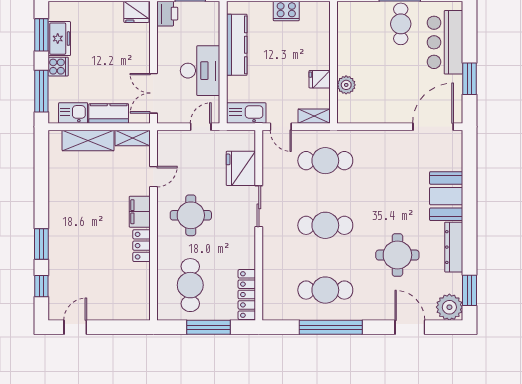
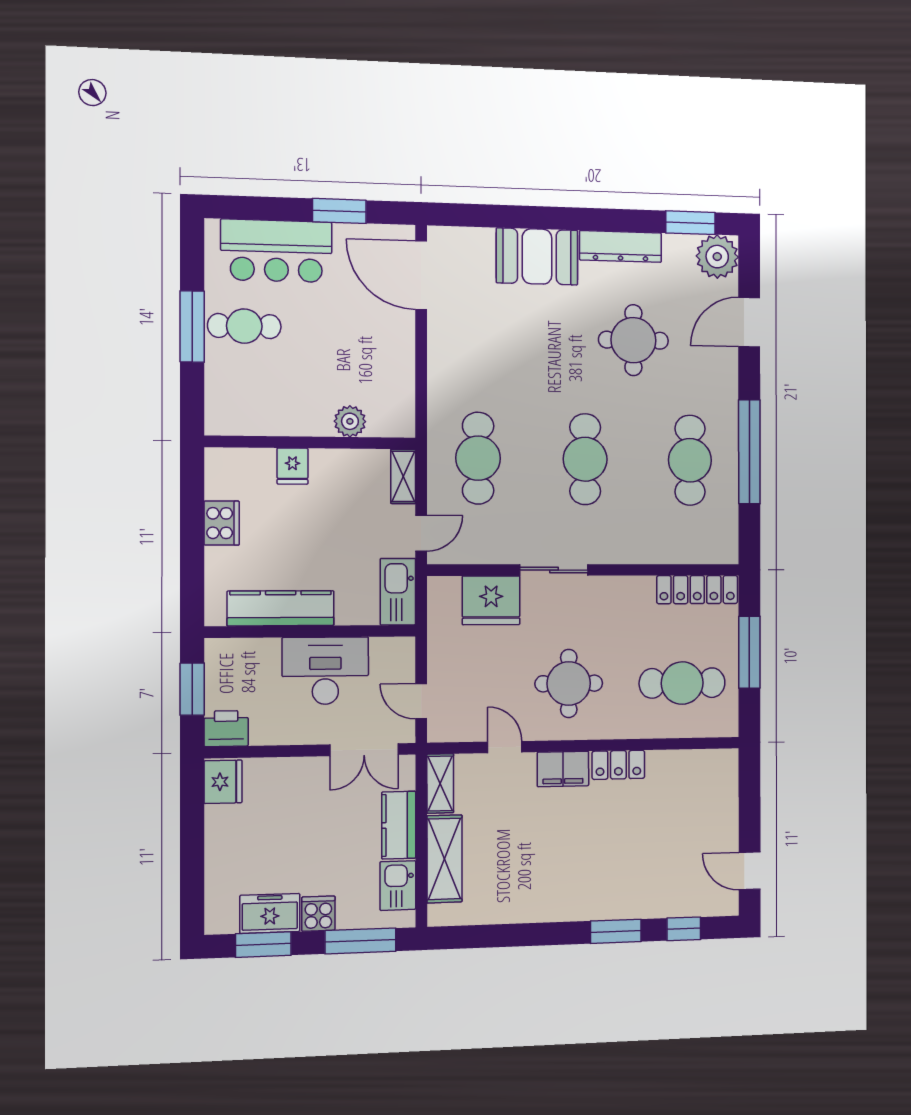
fridge: (320, 79) -> (292, 466), moved
door: (201, 127) -> (421, 701), moved

